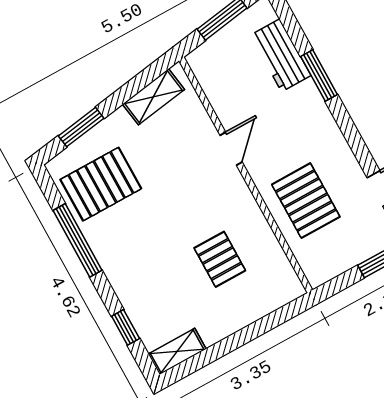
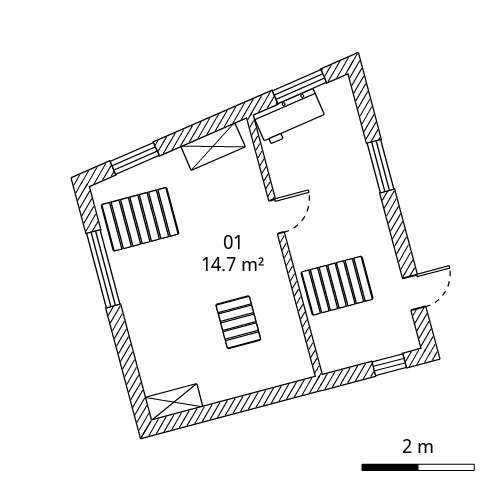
workbench: (281, 55) -> (290, 117), moved, turned -99
pallet: (306, 201) -> (337, 286), turned 90
window: (126, 327) -> (129, 366), removed

